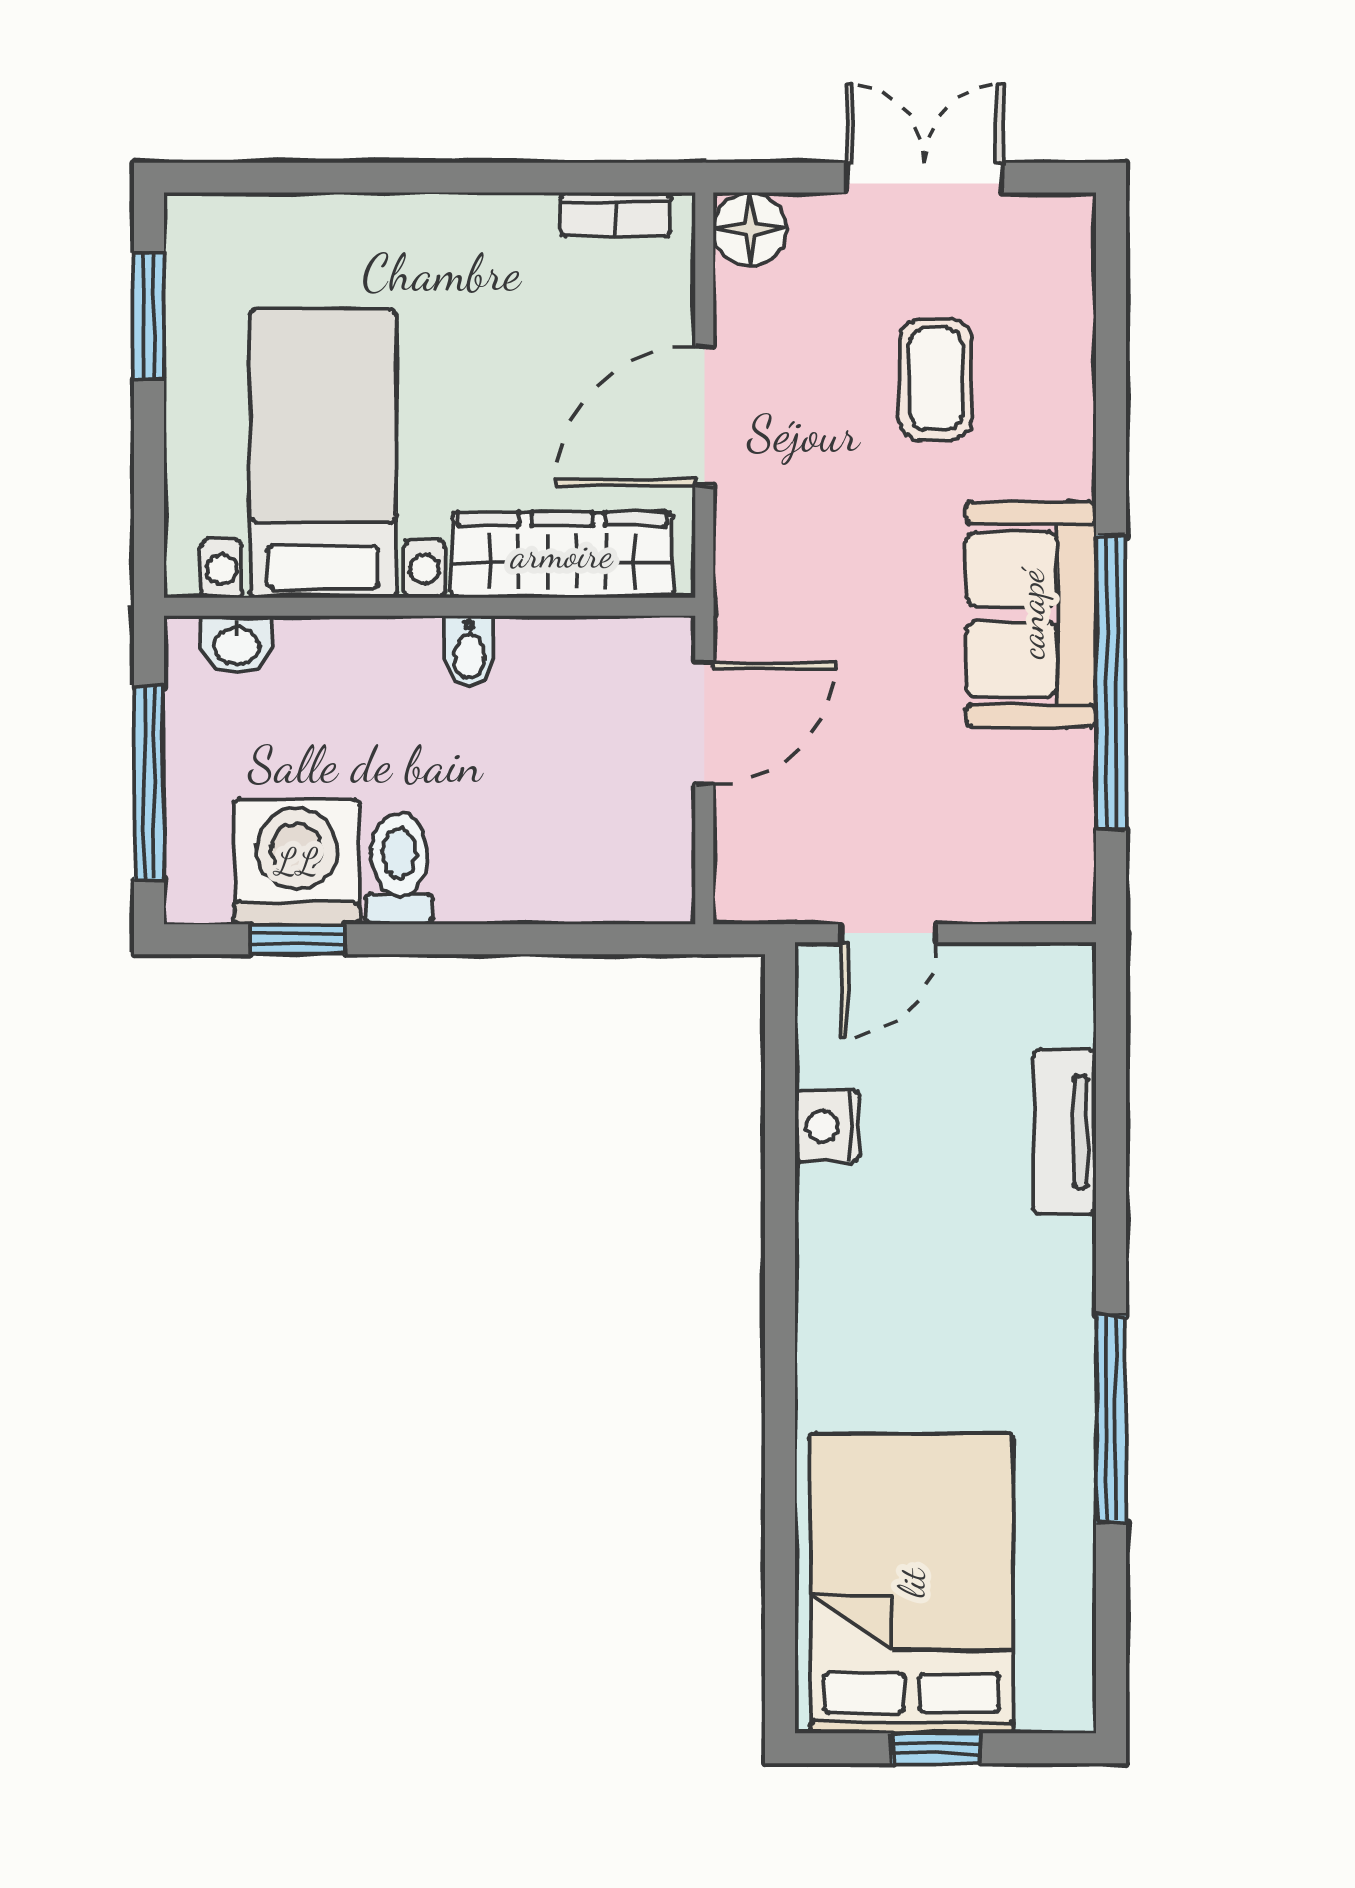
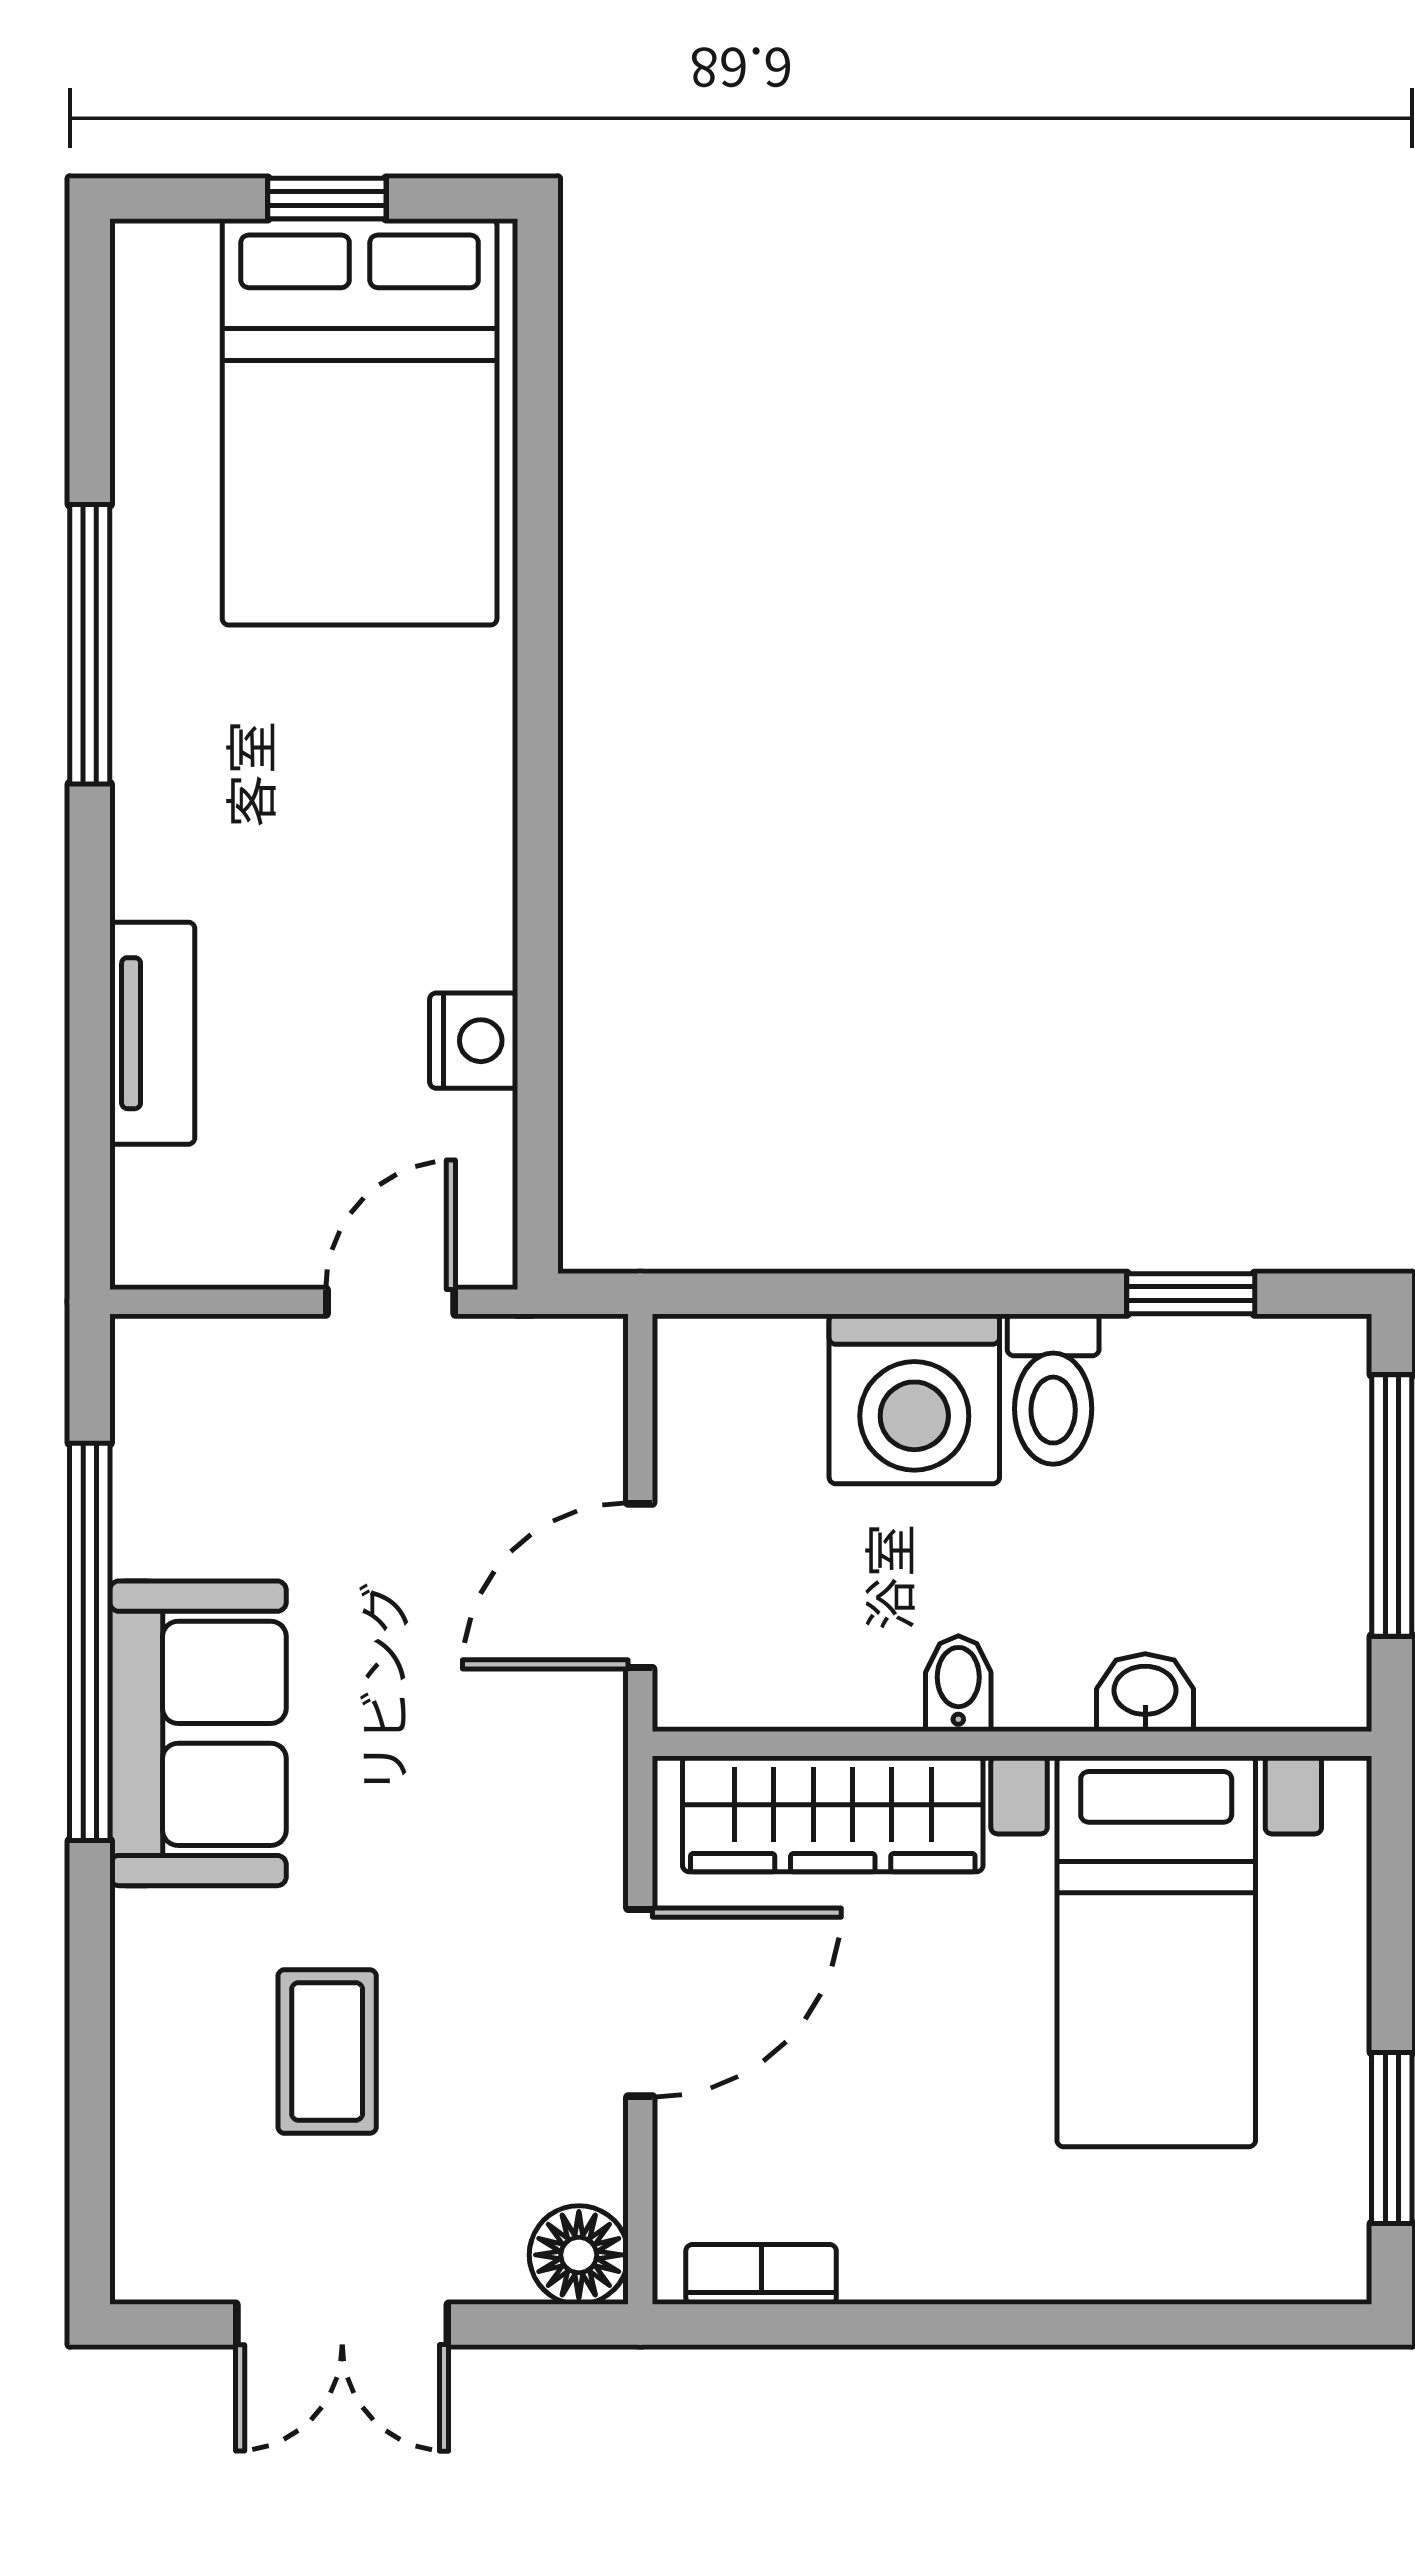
washbasin: (237, 644) -> (1145, 1693), moved
washing machine: (297, 862) -> (914, 1399), moved

